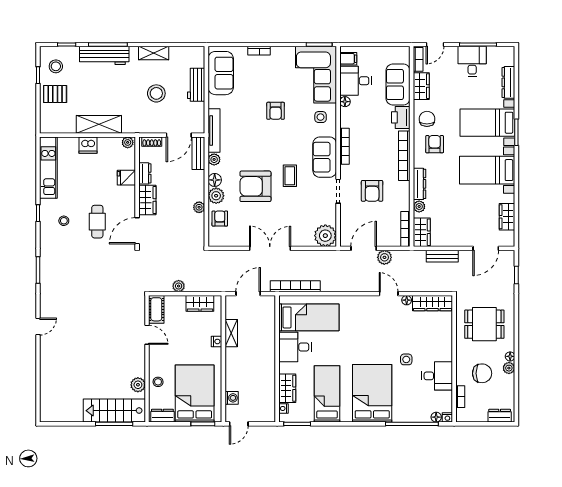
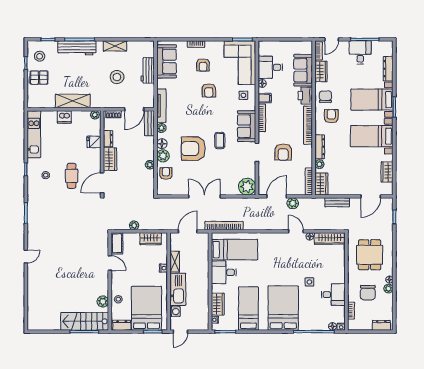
filing cabinet: (348, 59) -> (265, 98), moved
armchair: (268, 78) -> (203, 65), added
dining table: (484, 324) -> (370, 255), turned 90
kitchen sink: (235, 369) -> (178, 289), added
chair: (482, 373) -> (368, 293), turned 90

